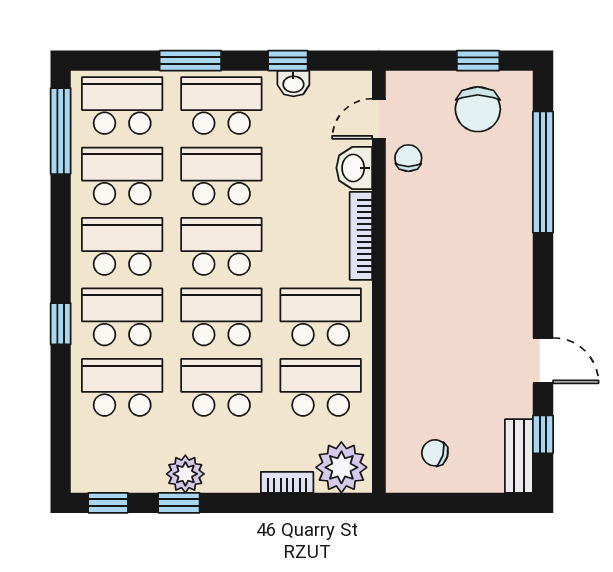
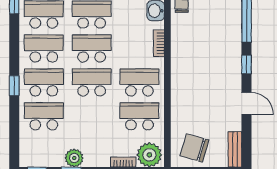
bookcase: (361, 236) -> (159, 43), width x0.64
school desk: (221, 387) -> (92, 116), removed
window: (543, 434) -> (247, 64), moved
chair: (435, 453) -> (194, 148), width x1.87, depth x1.87

